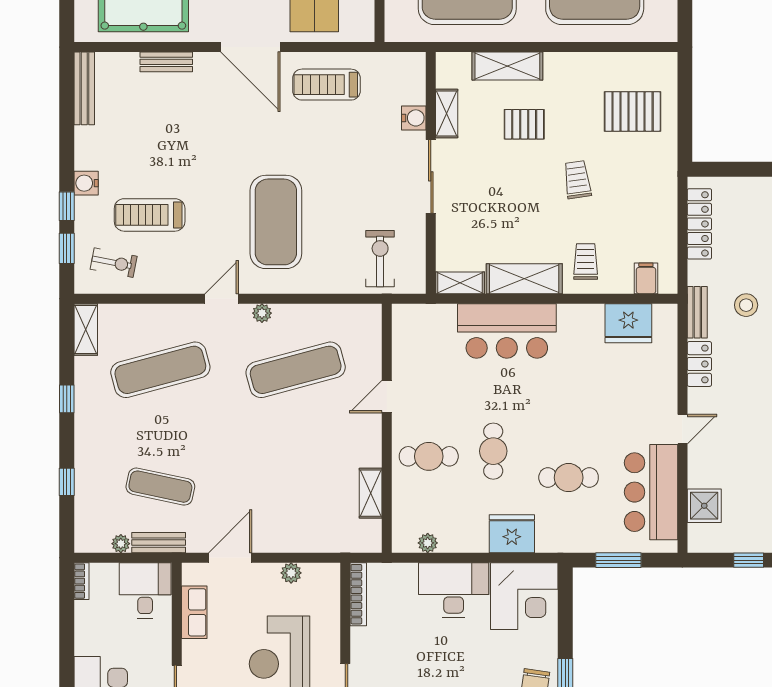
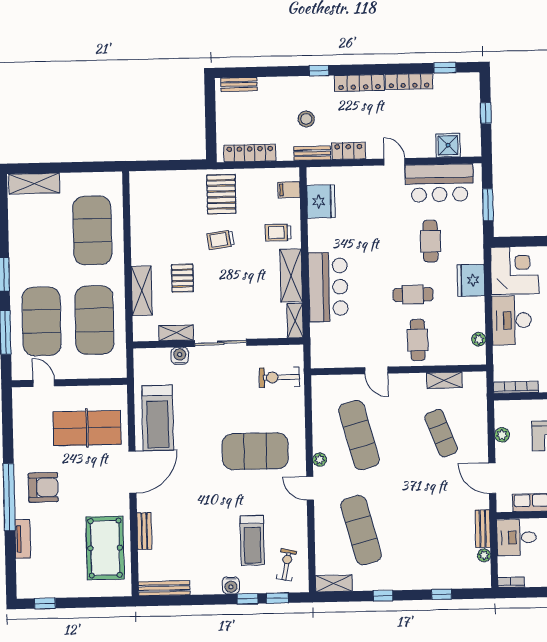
treadmill: (326, 85) -> (158, 418), width x1.37, depth x1.38
pallet: (633, 111) -> (221, 194), moved
exercise mat: (160, 487) -> (441, 433), moved, turned -33

